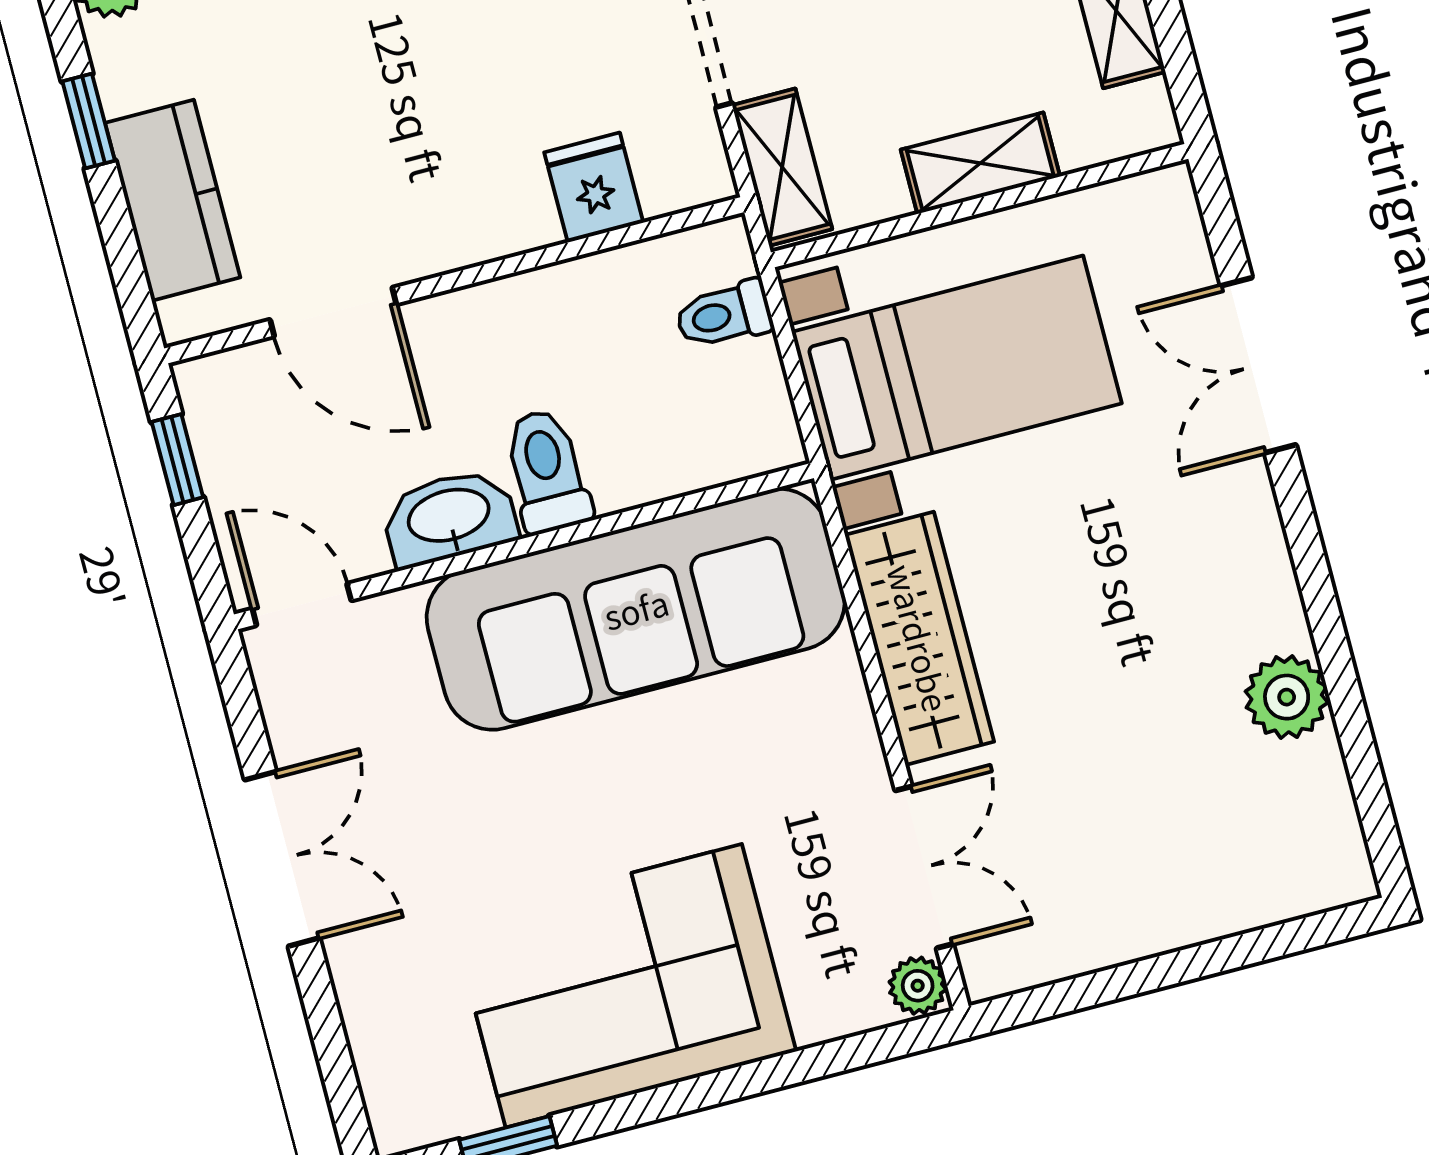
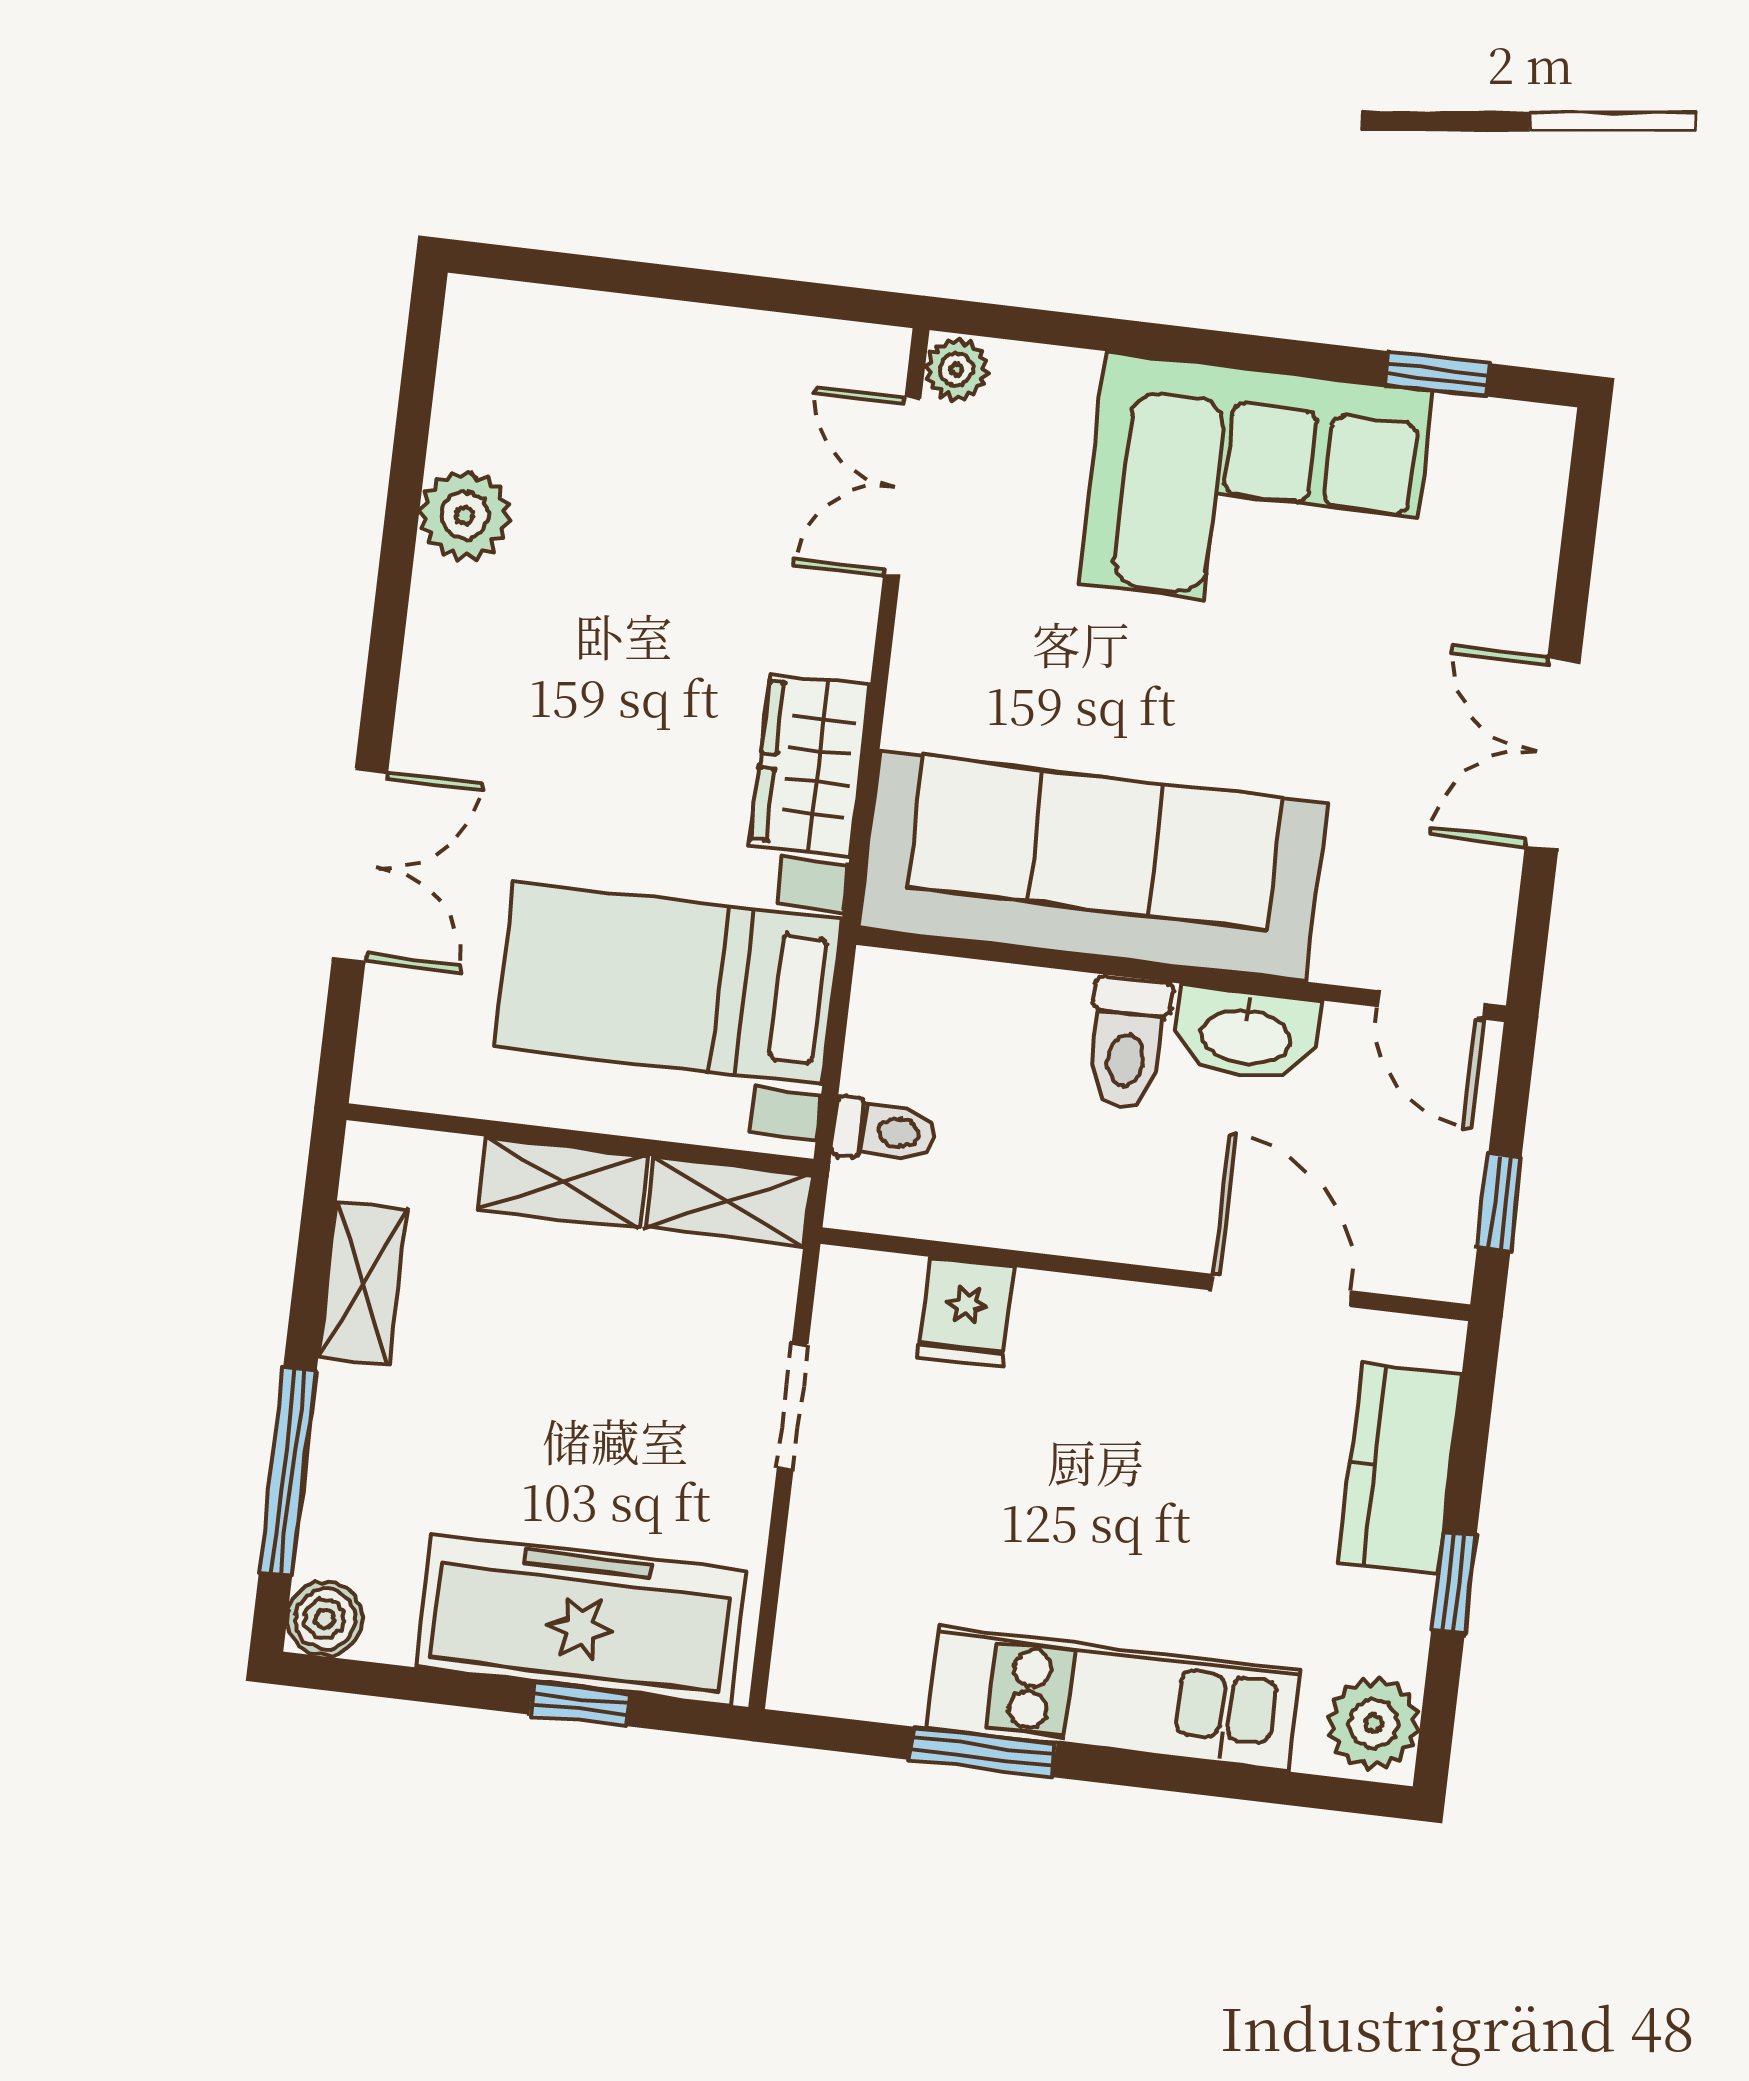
shelving: (782, 167) -> (728, 1202), moved, turned 90
wardrobe: (919, 638) -> (810, 766), width x0.67

